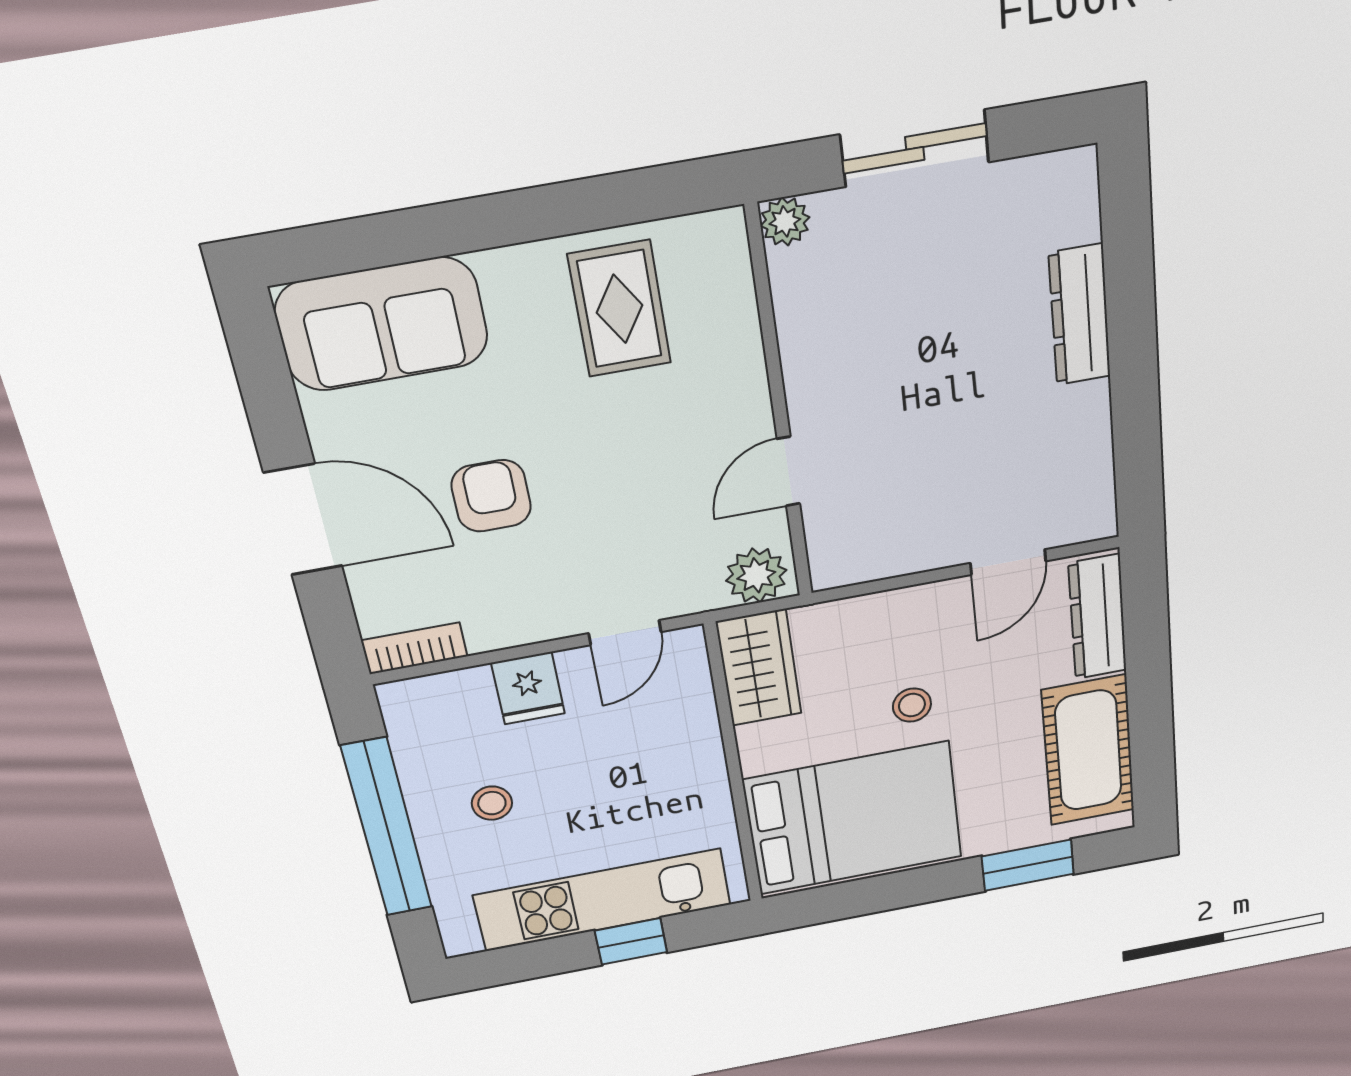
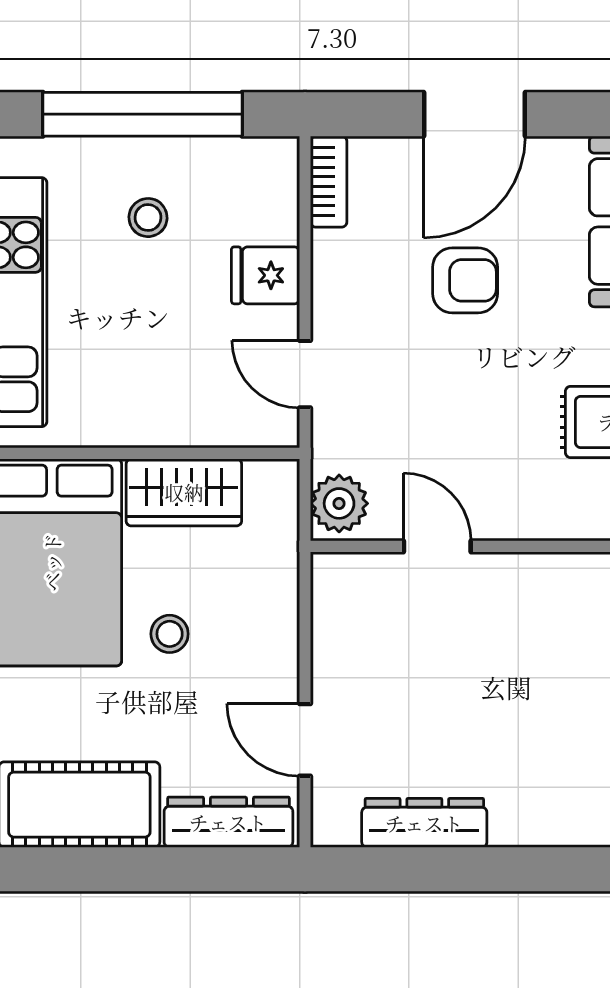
dresser: (1080, 315) -> (424, 823), moved
wardrobe: (759, 668) -> (184, 492), moved

